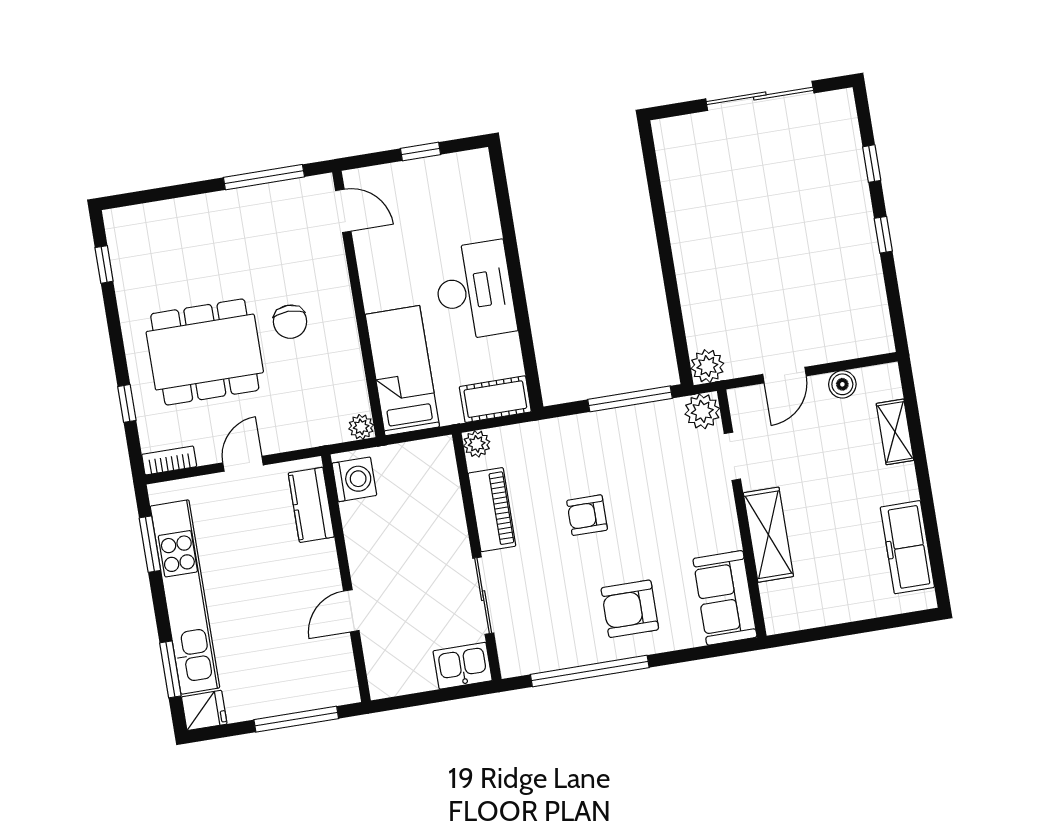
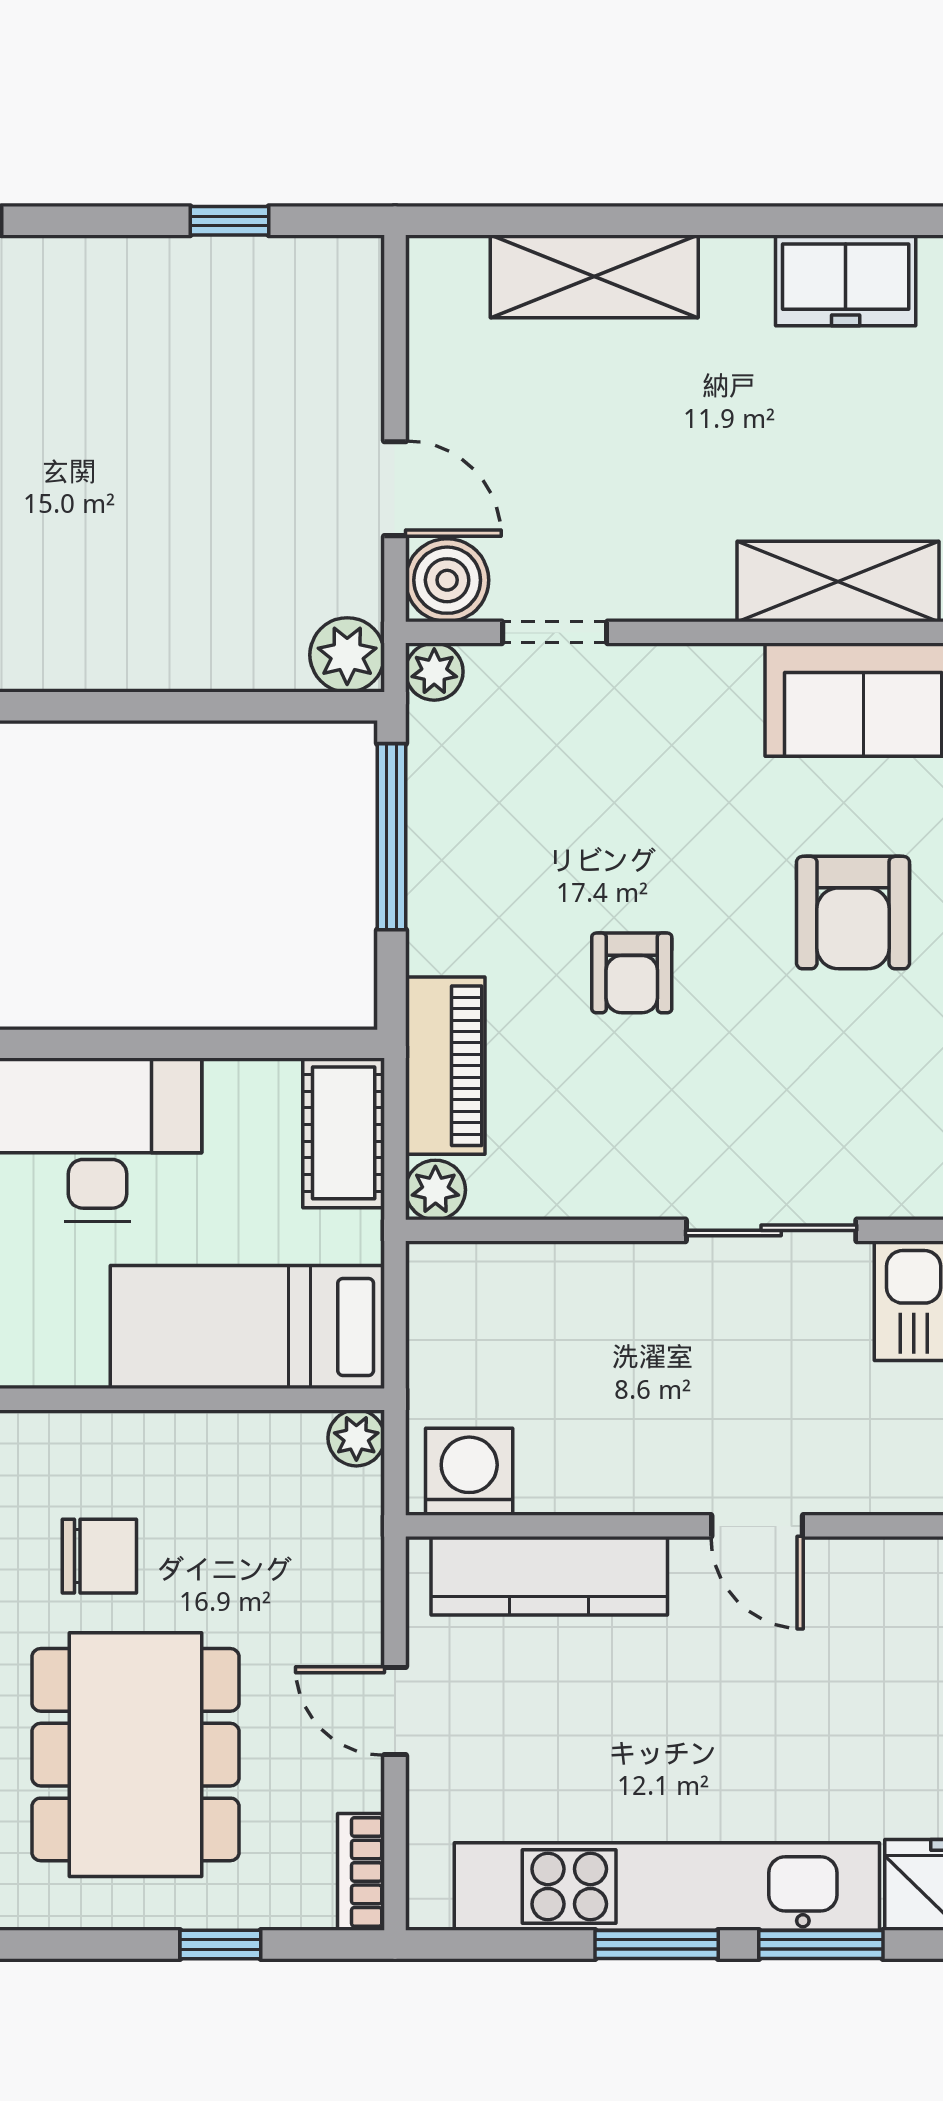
window: (883, 235) -> (229, 221), moved
boiler: (842, 384) -> (447, 580), moved, width x1.36, depth x1.36
plant: (702, 411) -> (434, 672), width x0.73, depth x0.73
shelving: (895, 432) -> (594, 276), width x1.50, depth x1.33
kitchen counter: (311, 505) -> (549, 1576), width x1.50
piano: (492, 510) -> (445, 1066), moved, turned 90
shelving: (768, 535) -> (838, 581), moved
window: (150, 544) -> (657, 1944), moved
freezer: (907, 547) -> (846, 280), width x0.71

